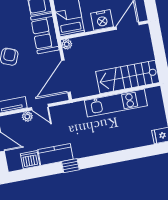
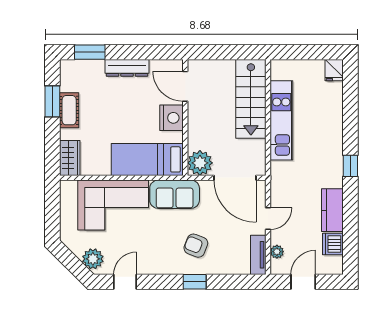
plant: (67, 44) -> (200, 163), width x1.88, depth x1.88
plant: (27, 116) -> (277, 252), moved
window: (70, 166) -> (350, 166), moved

